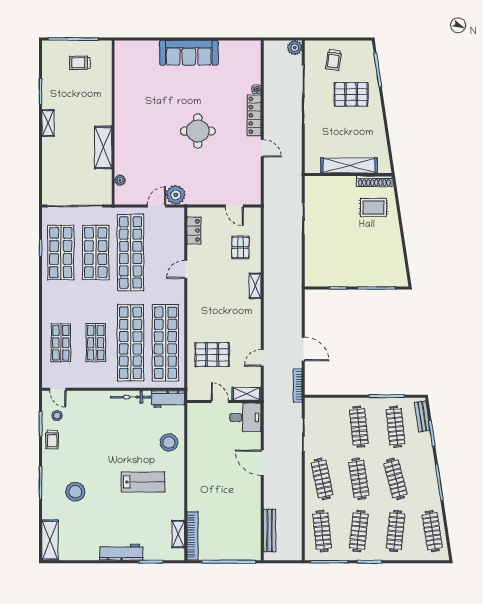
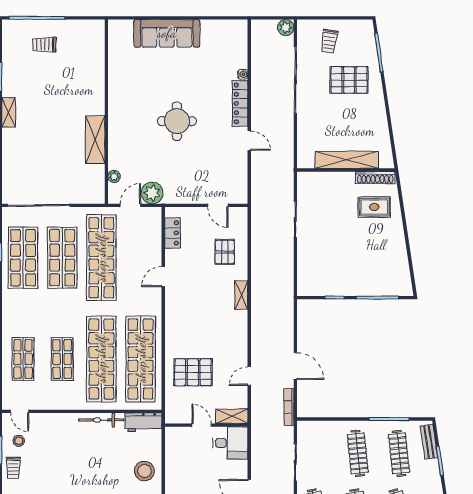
wall: (113, 123) -> (106, 112), moved
shelving: (103, 147) -> (95, 140), moved
plant: (120, 180) -> (114, 176), moved

